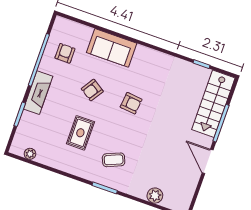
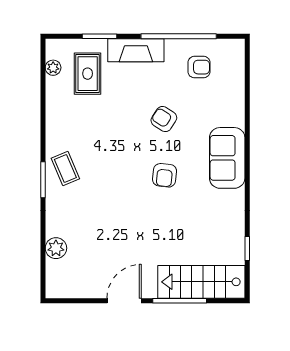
sofa: (112, 48) -> (227, 158), moved
rug: (80, 133) -> (88, 74), moved, turned 90
coffee table: (114, 160) -> (65, 169), moved

